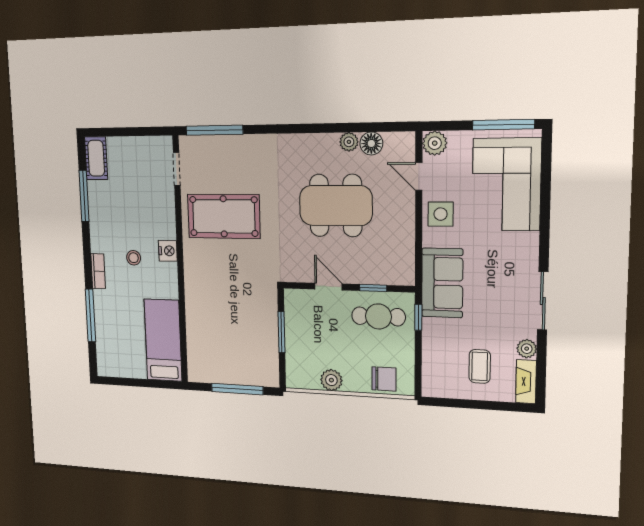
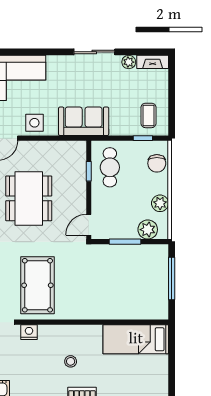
nightstand: (168, 251) -> (29, 332), moved
door: (328, 287) -> (89, 225), moved
window: (418, 317) -> (143, 138), moved
plant: (297, 362) -> (148, 230), added
coffee table: (480, 366) -> (148, 115), moved, turned 90
chair: (384, 379) -> (157, 163), turned 180

